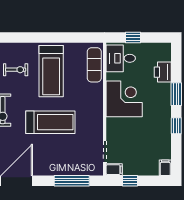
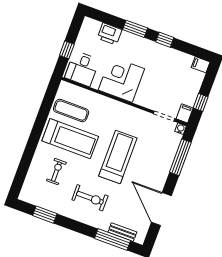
exercise mat: (94, 65) -> (71, 111), moved
water cooler: (98, 171) -> (181, 129), added

